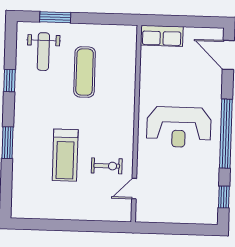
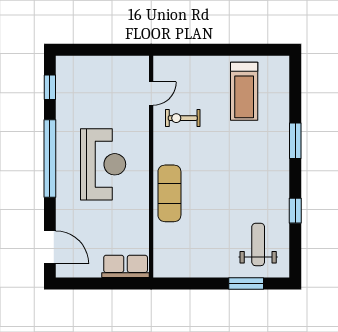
exercise mat: (85, 72) -> (169, 193), moved
reception desk: (179, 127) -> (103, 164), turned 90
treadmill: (65, 155) -> (244, 91), moved, turned 180

